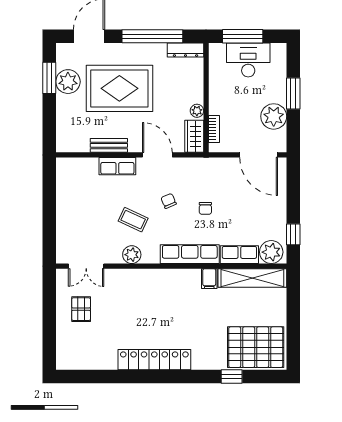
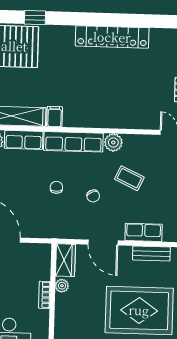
bookcase: (214, 129) -> (45, 295), moved
plant: (132, 255) -> (113, 142), moved

